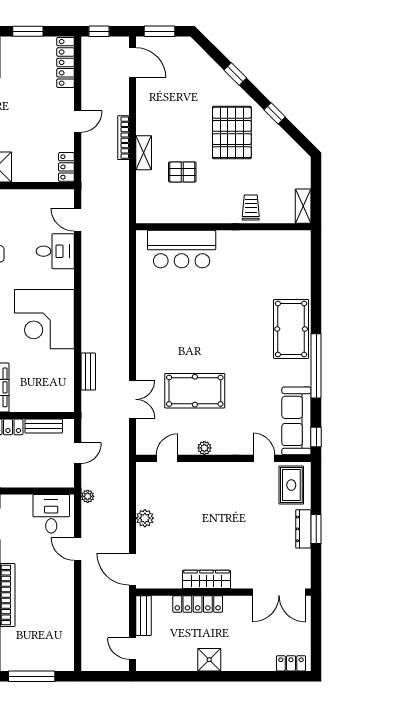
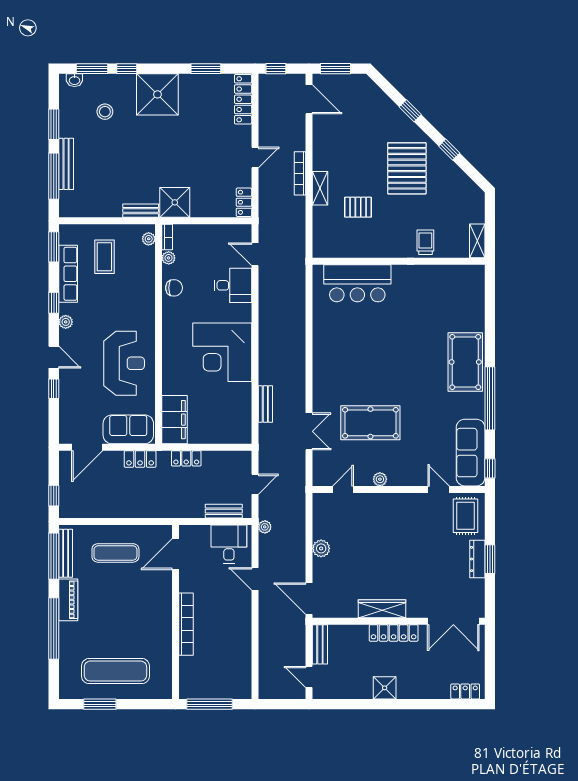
bench: (44, 426) -> (224, 511), moved
locker: (198, 604) -> (394, 633), moved

